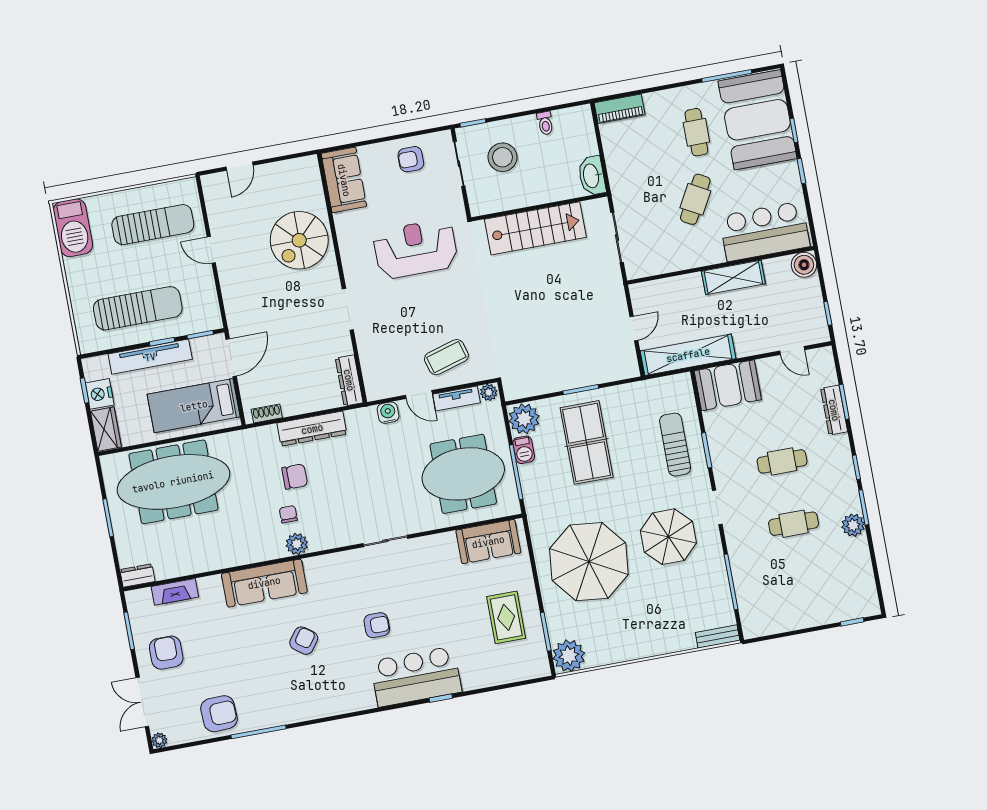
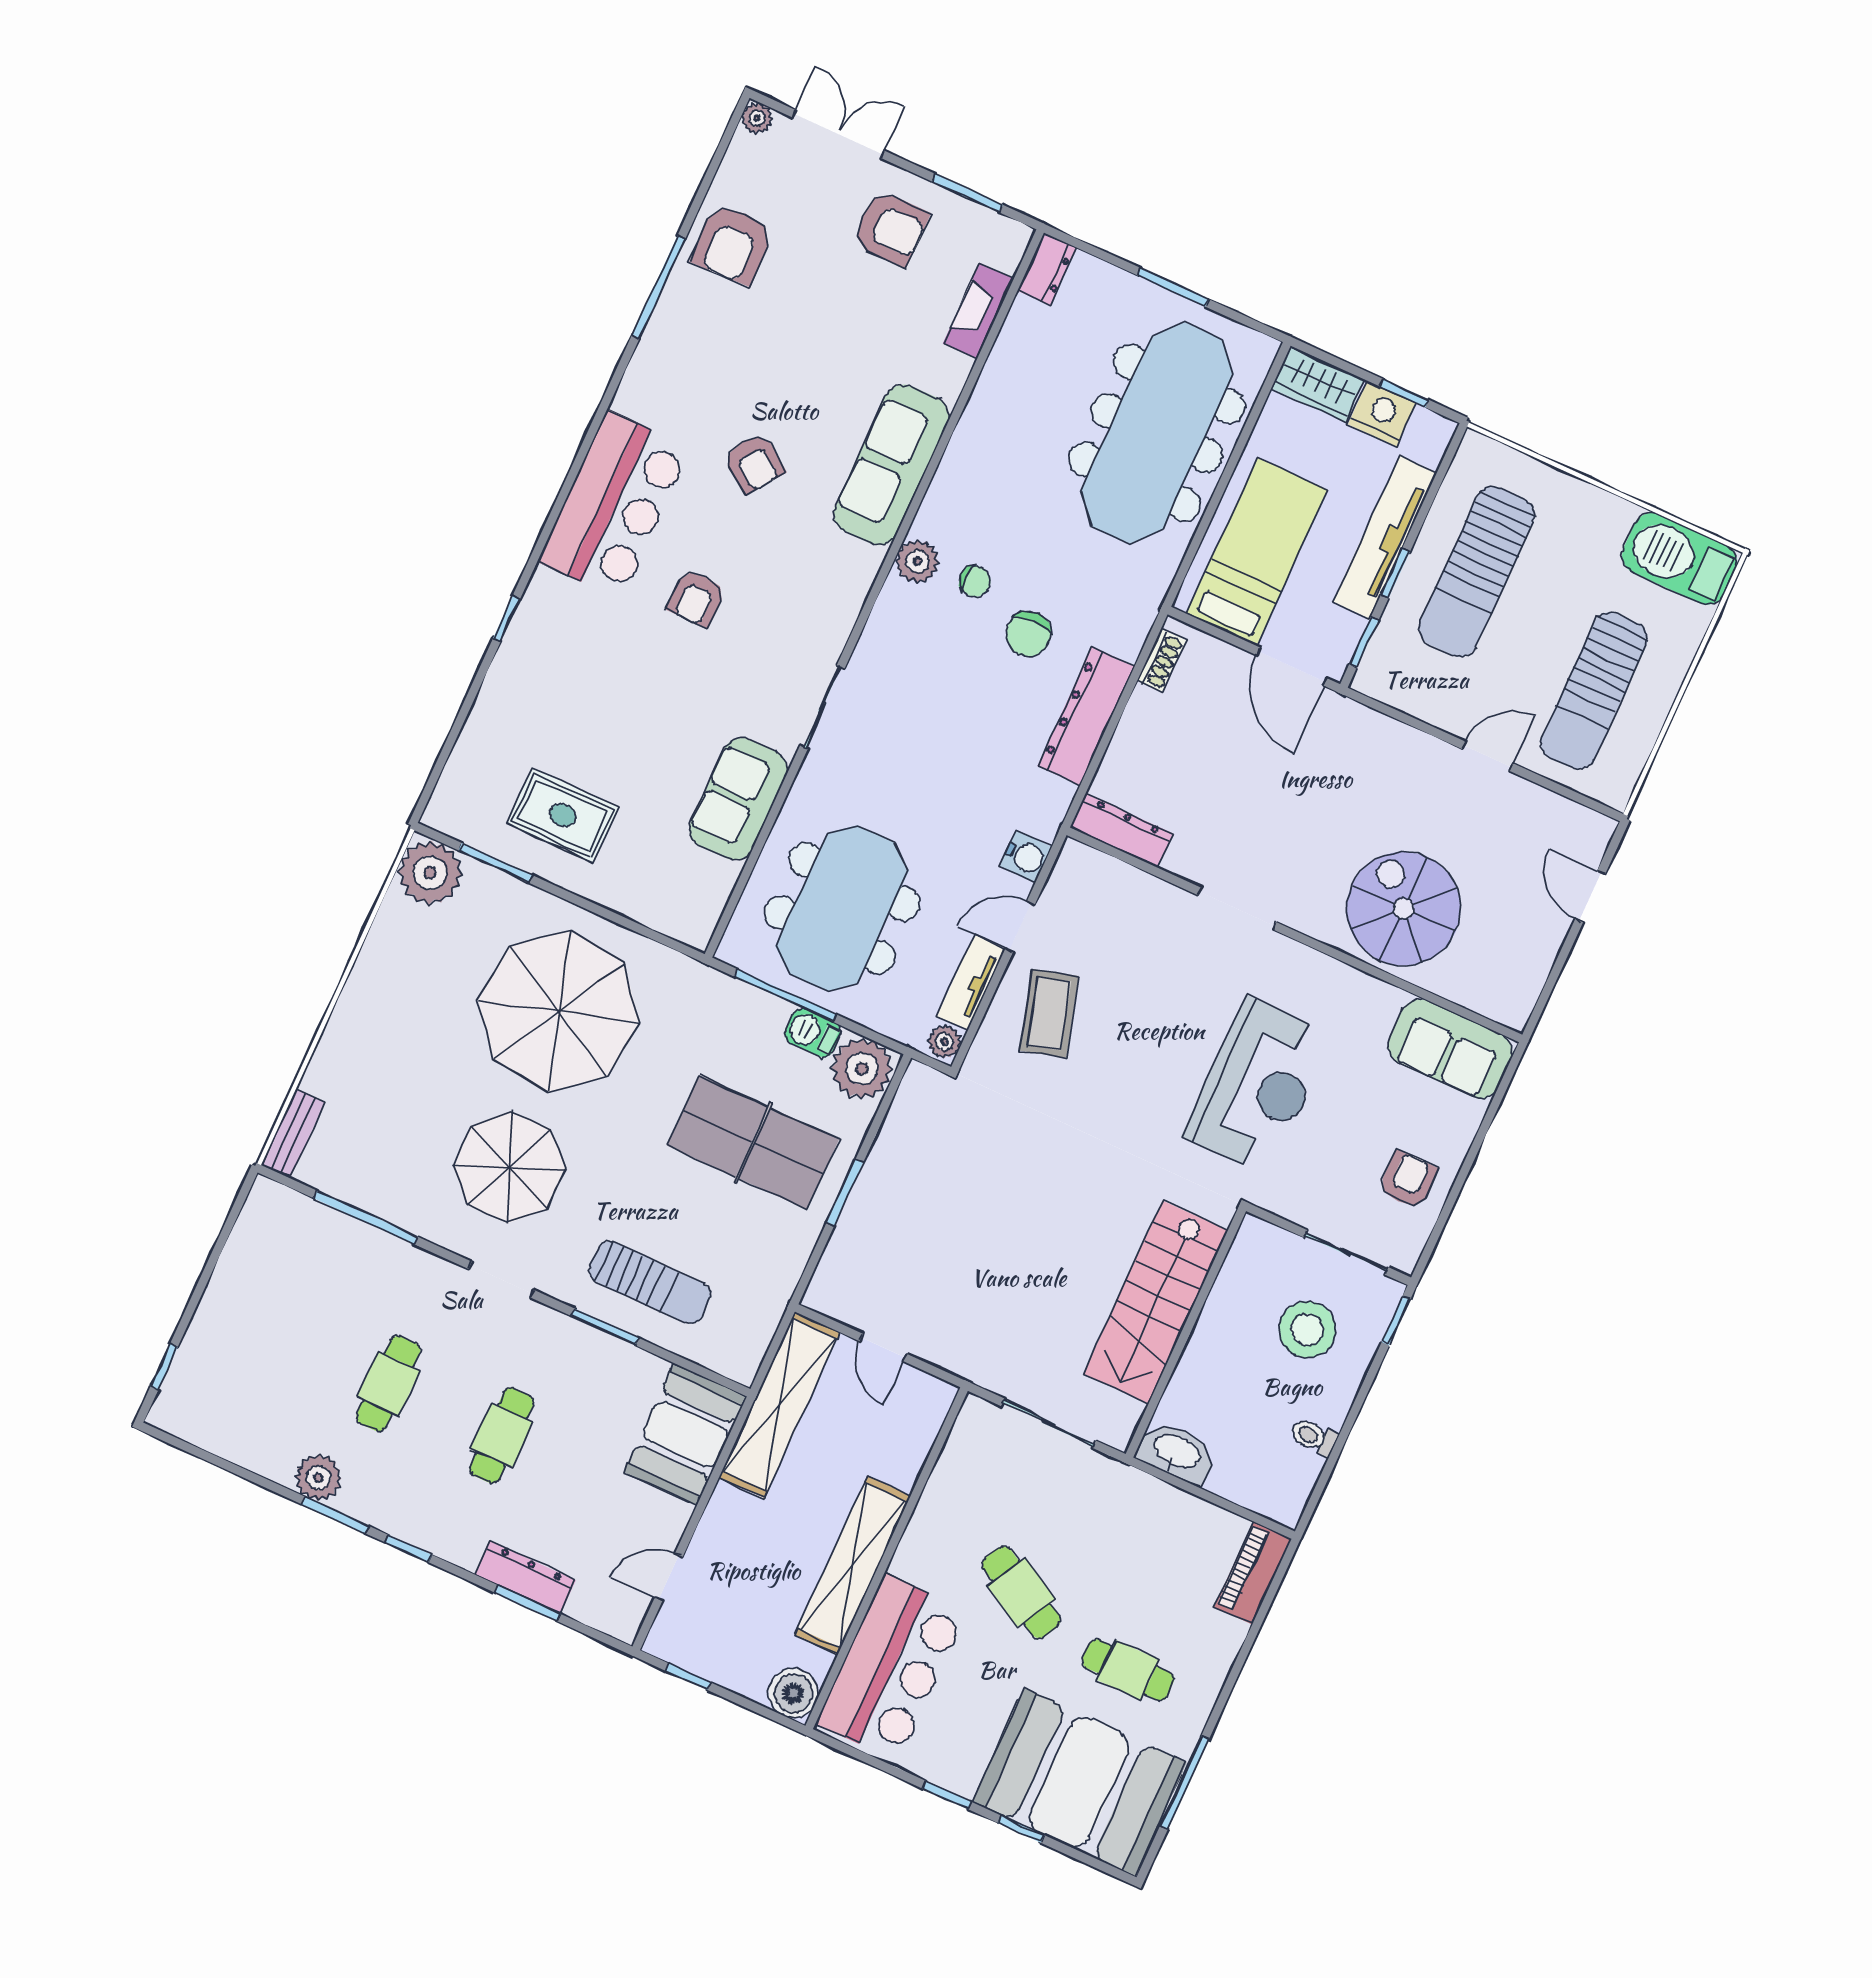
shelving: (733, 277) -> (853, 1565), width x1.47
sofa: (488, 542) -> (738, 799), moved
bar counter: (416, 677) -> (614, 505), moved

